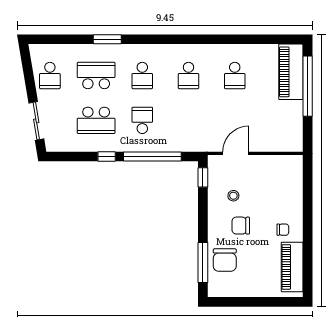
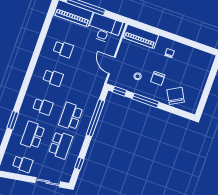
school desk: (142, 120) -> (71, 116), width x1.85
desk: (285, 124) -> (104, 29), added
window: (107, 157) -> (79, 164), moved
chair: (225, 260) -> (176, 96), turned -119
window: (203, 263) -> (146, 100), moved
piano: (292, 267) -> (141, 36), moved

